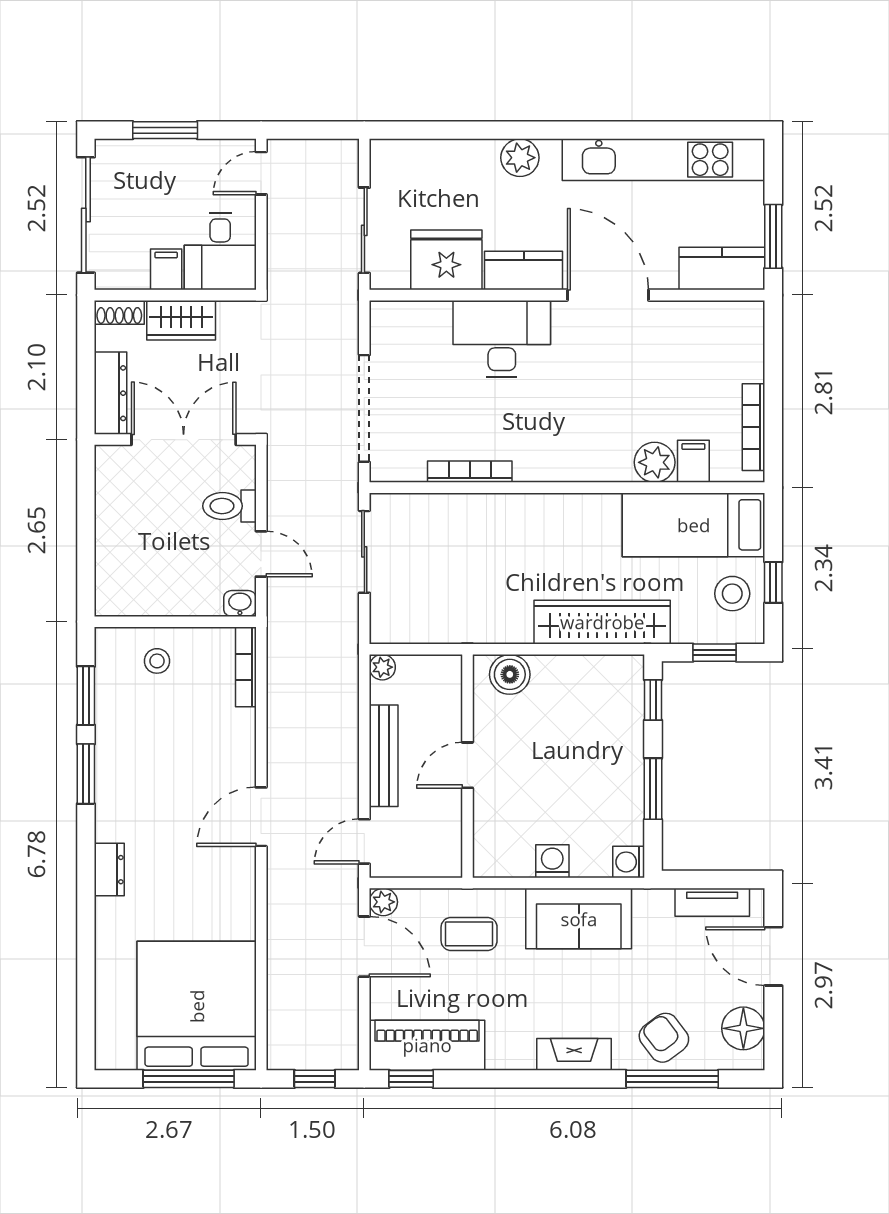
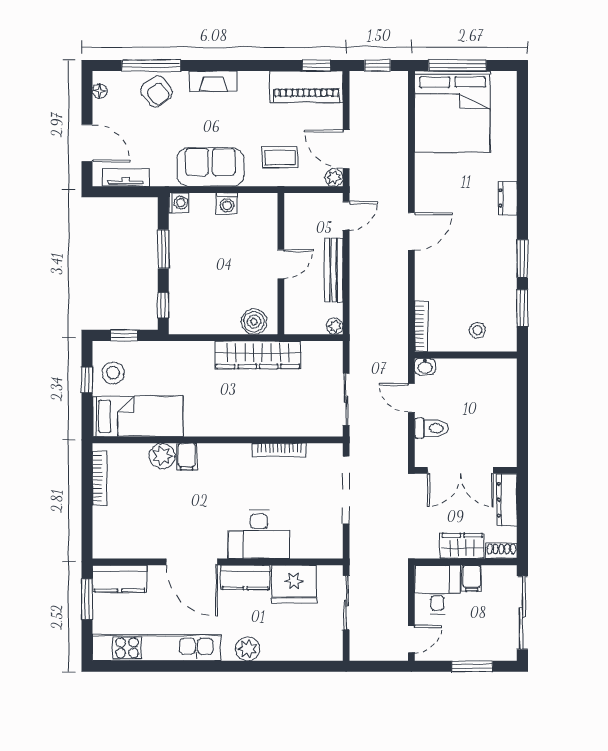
filing cabinet: (693, 461) -> (187, 457), moved
wardrobe: (602, 622) -> (258, 355), moved
floor lamp: (743, 1028) -> (100, 91), width x0.53, depth x0.53

